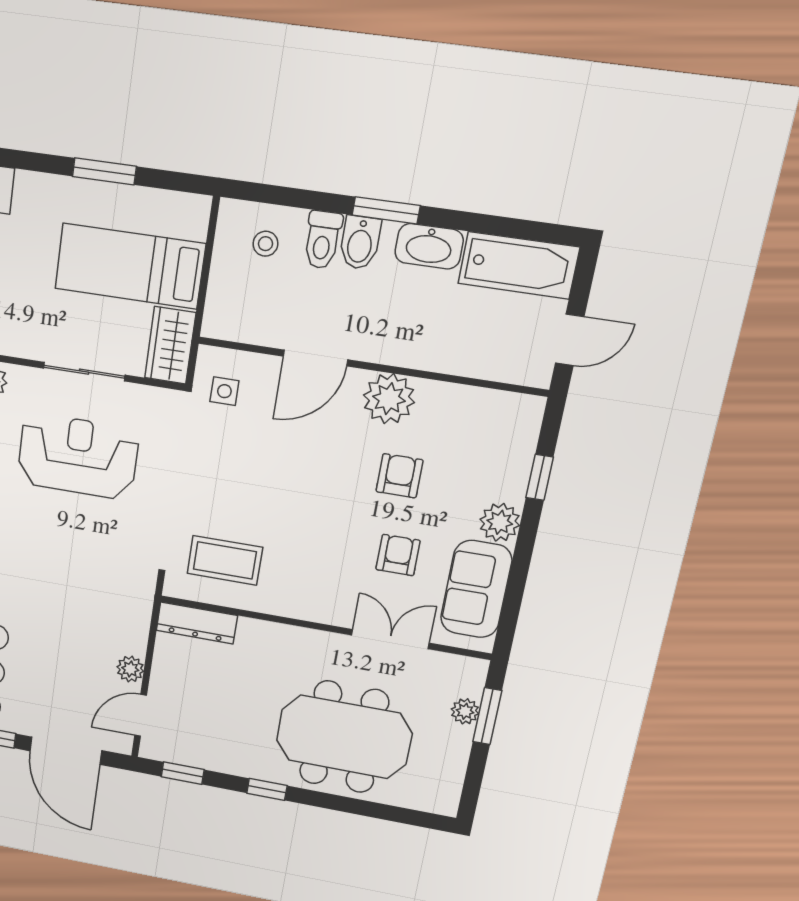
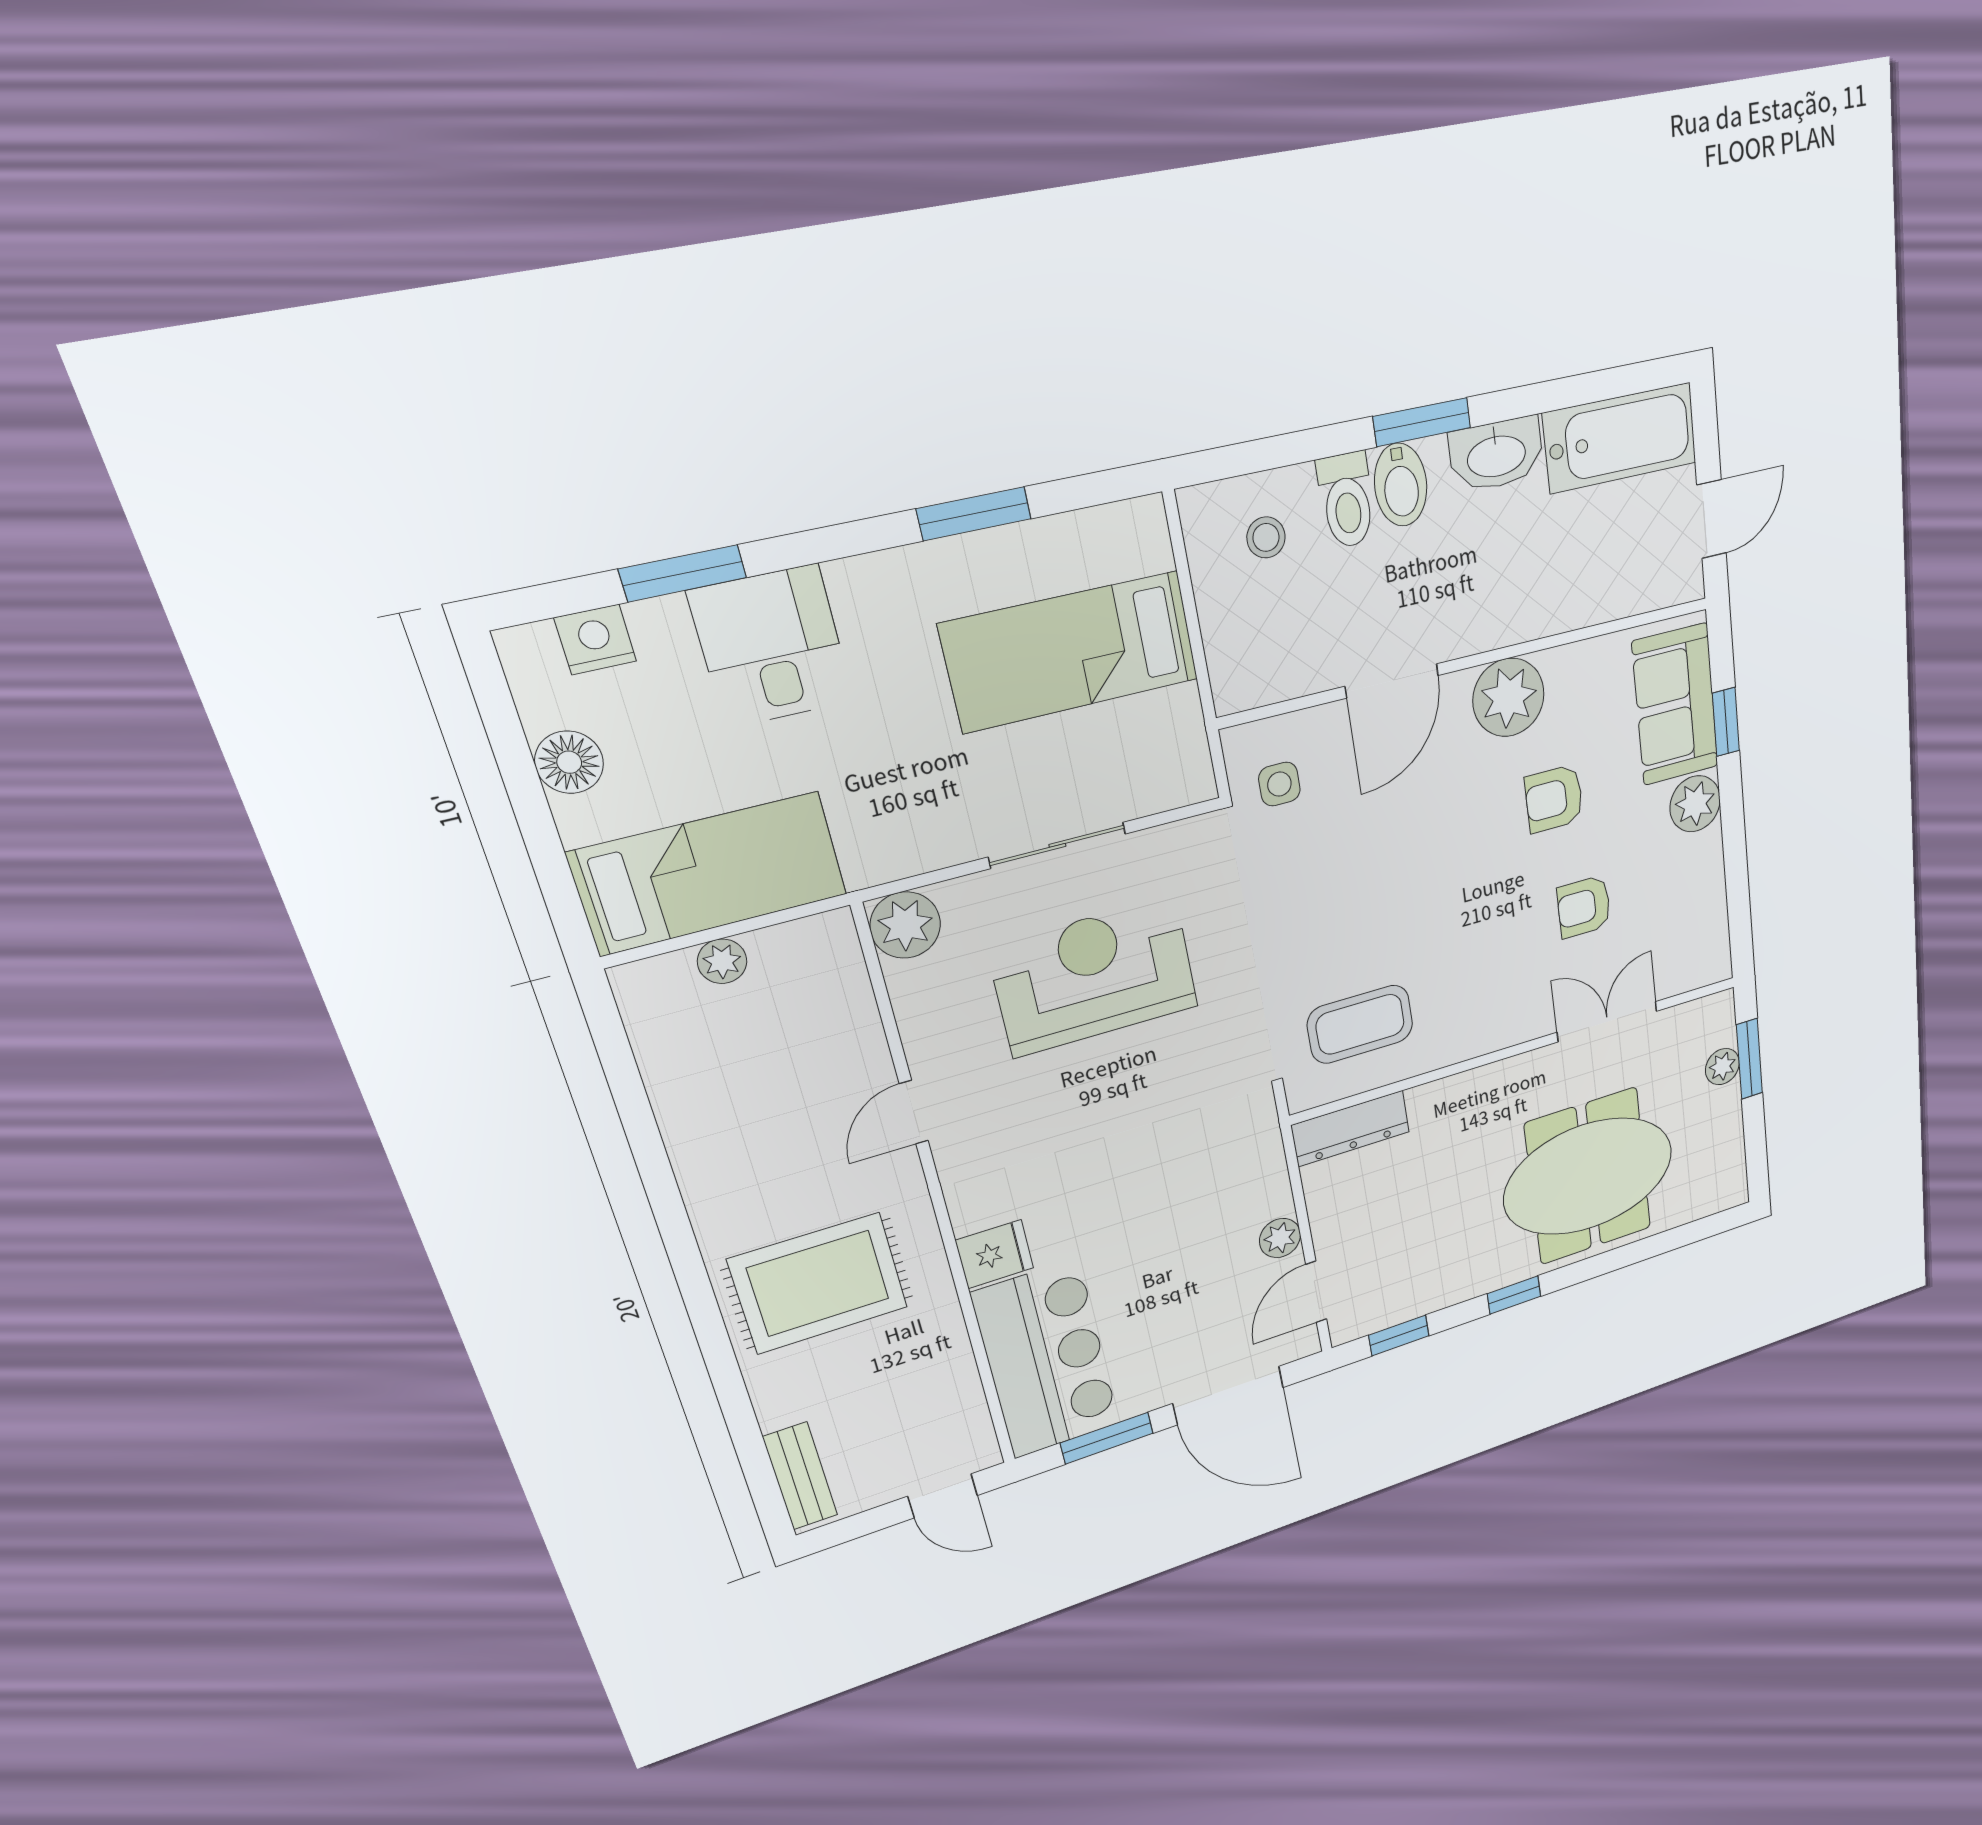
wardrobe: (170, 345) -> (1176, 749), removed
armchair: (399, 476) -> (1554, 799), turned -90
armchair: (398, 555) -> (1584, 907), turned -90
sofa: (476, 589) -> (1675, 705), moved

